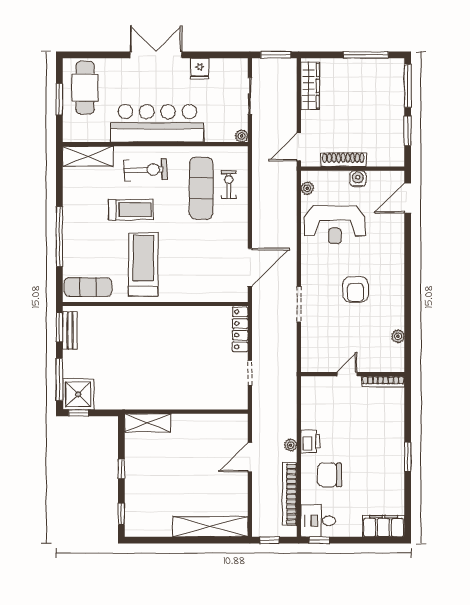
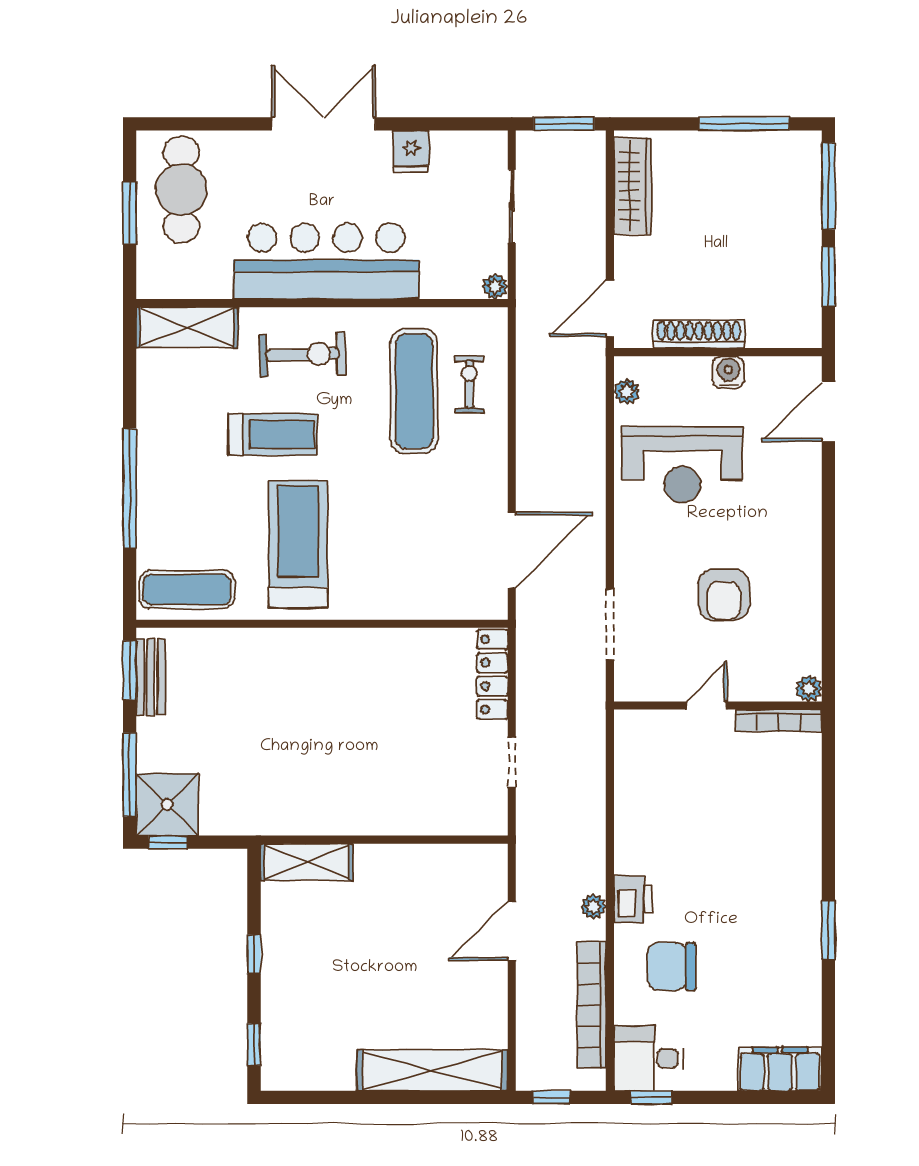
door: (347, 374) -> (707, 705), moved
wall: (353, 374) -> (718, 705), moved
bookcase: (383, 382) -> (779, 720), moved

